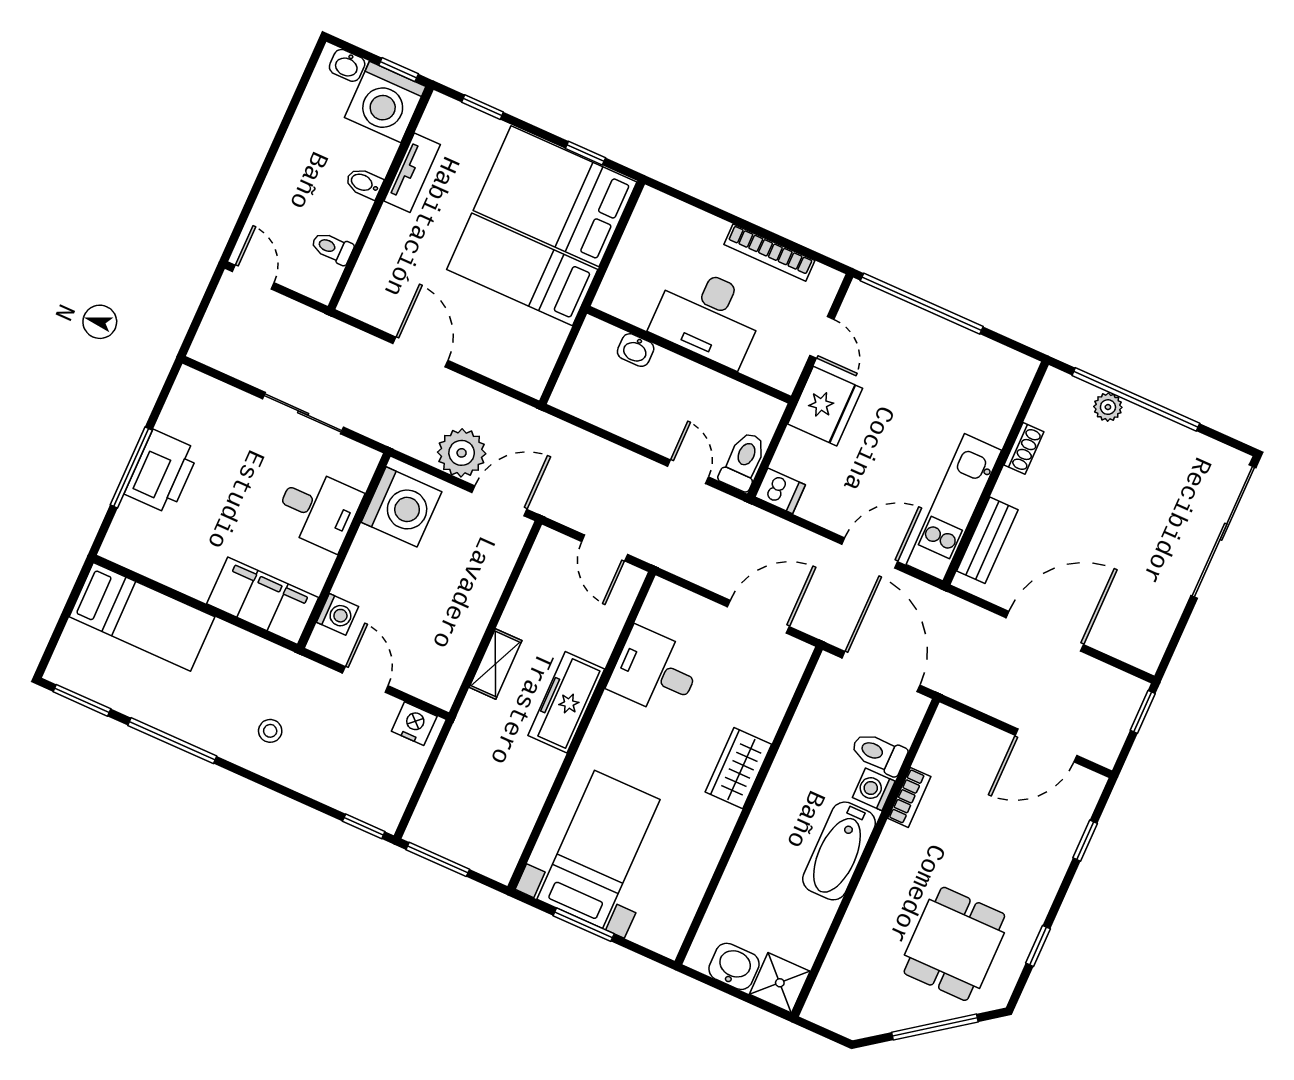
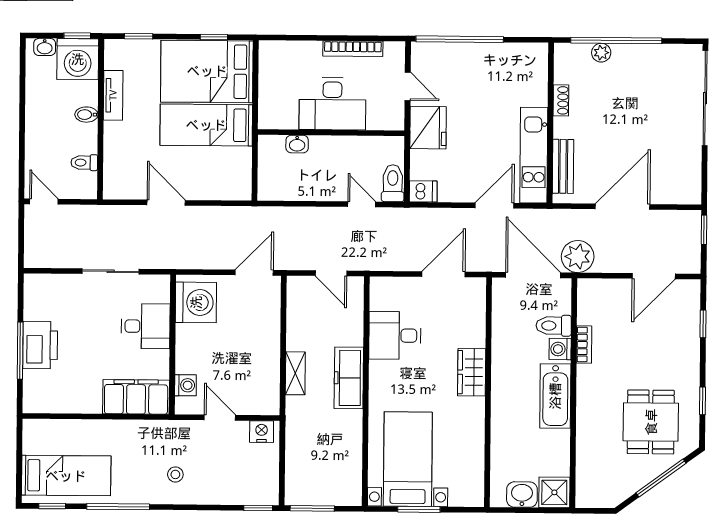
plant: (462, 453) -> (578, 257), moved
bed: (142, 617) -> (66, 476), moved
window: (82, 700) -> (52, 506), width x0.67

